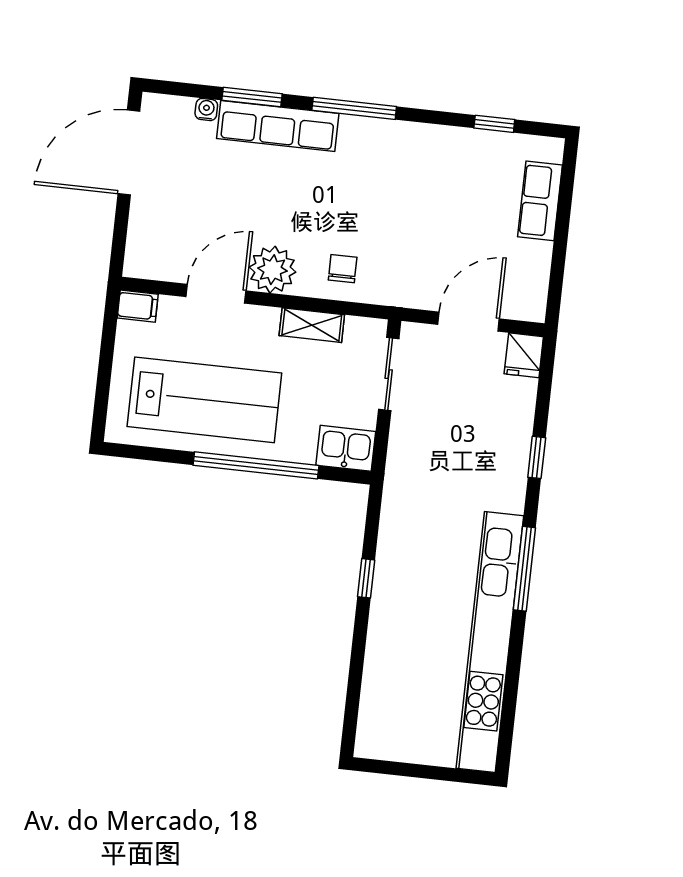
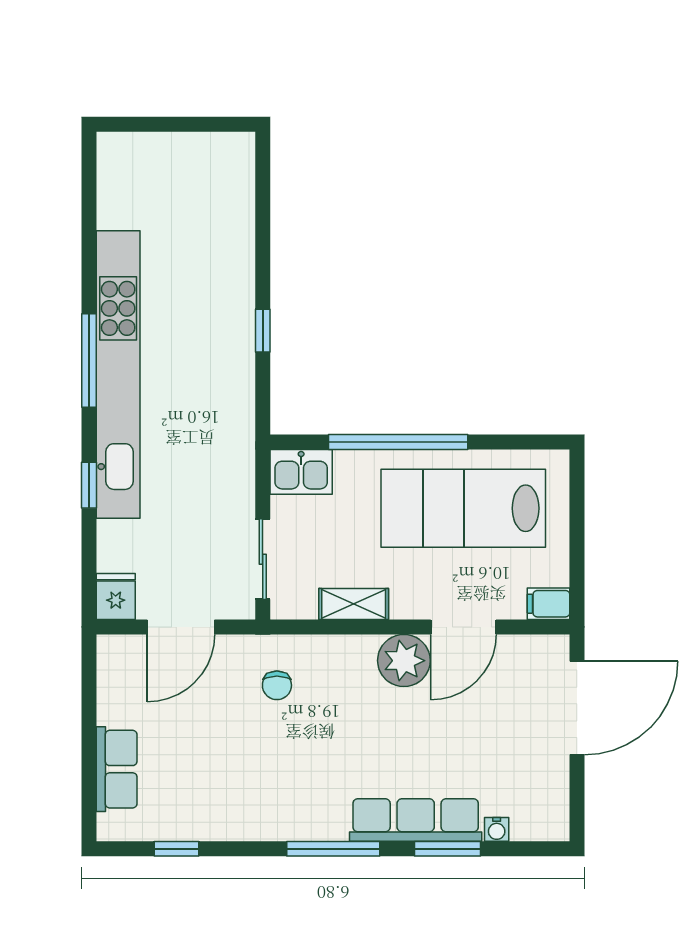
door: (129, 153) -> (577, 708), moved
chair: (343, 269) -> (277, 685), moved
kitchen unit: (490, 642) -> (118, 375), moved

